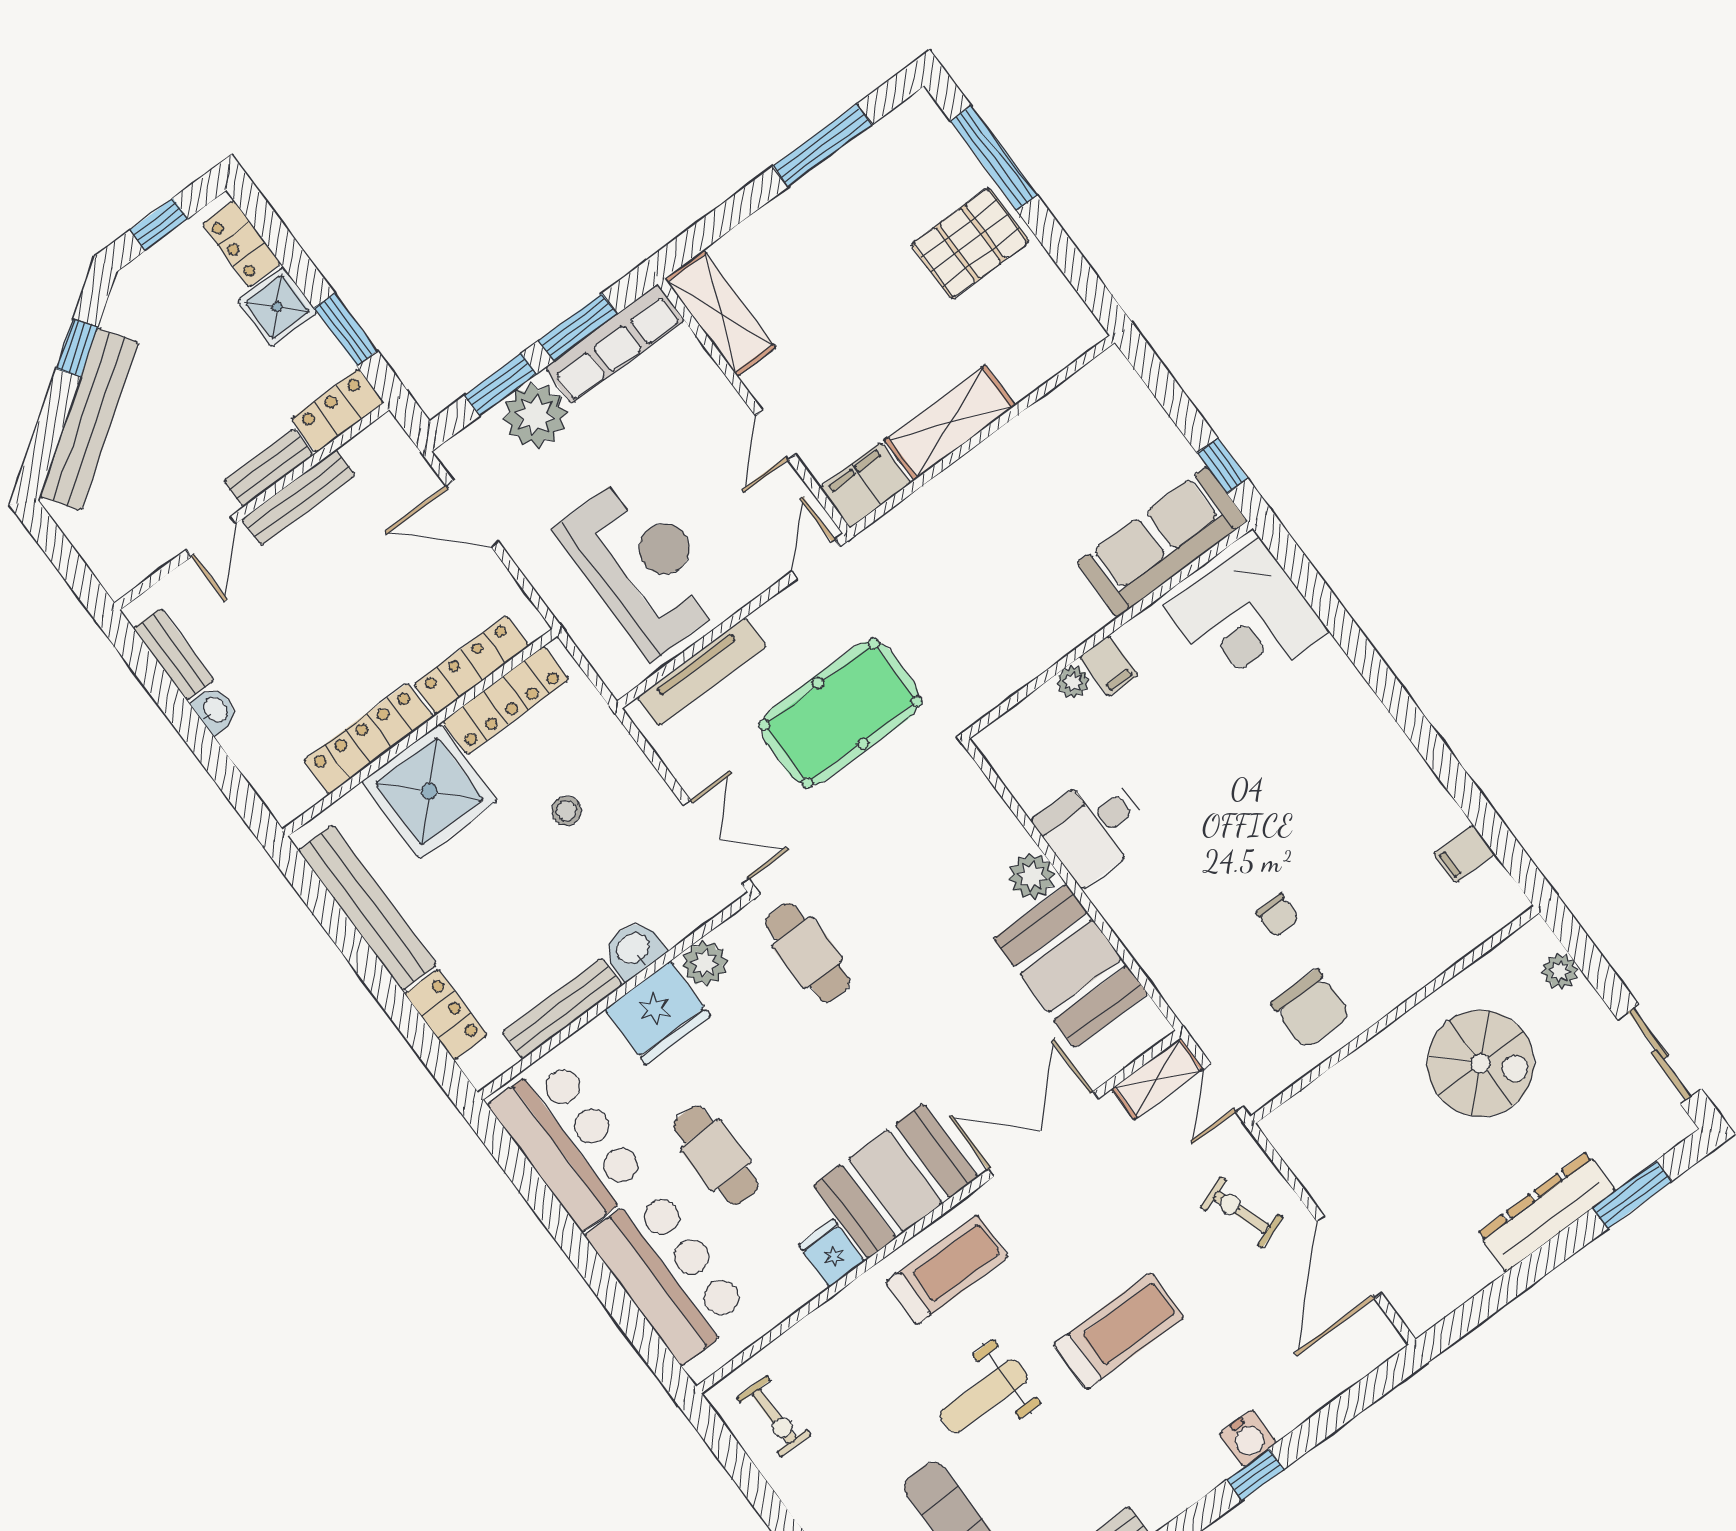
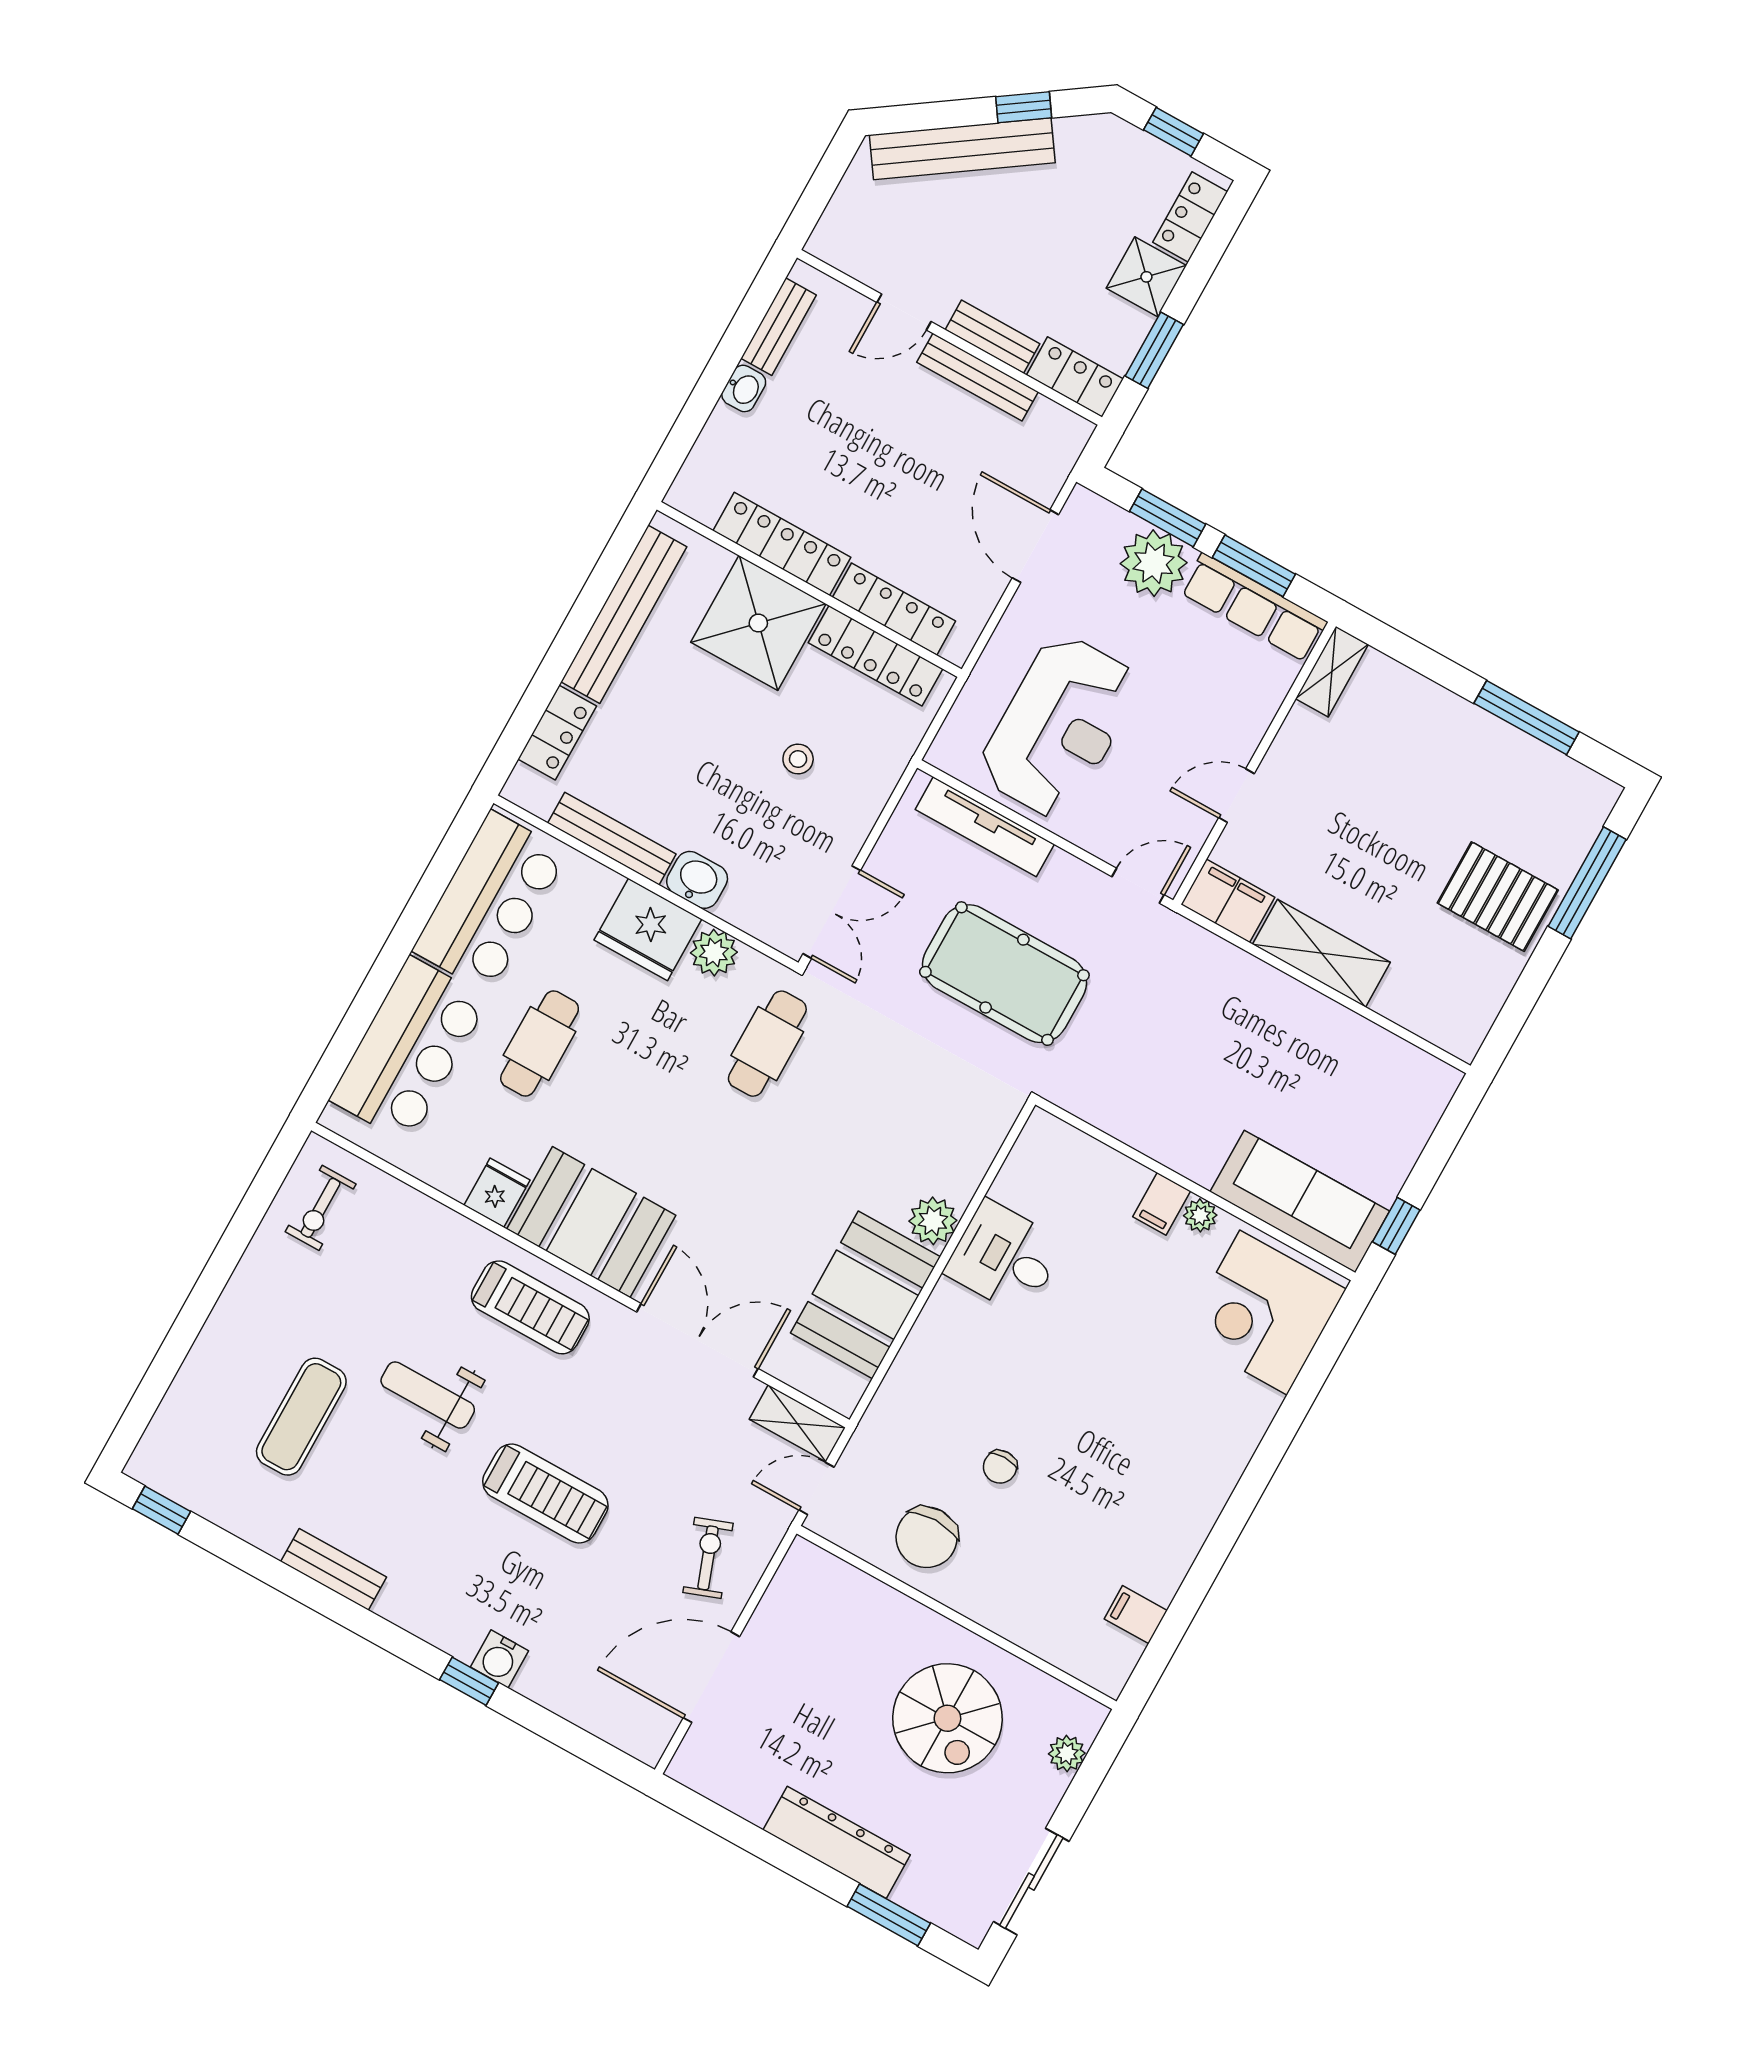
shelving: (720, 313) -> (1332, 672), width x0.67, depth x0.75
plant: (1073, 682) -> (1200, 1215), moved

